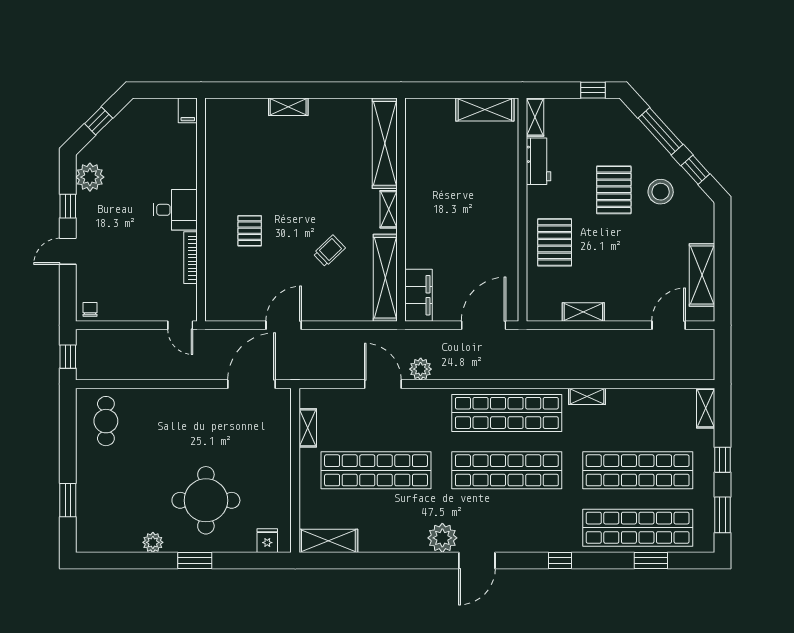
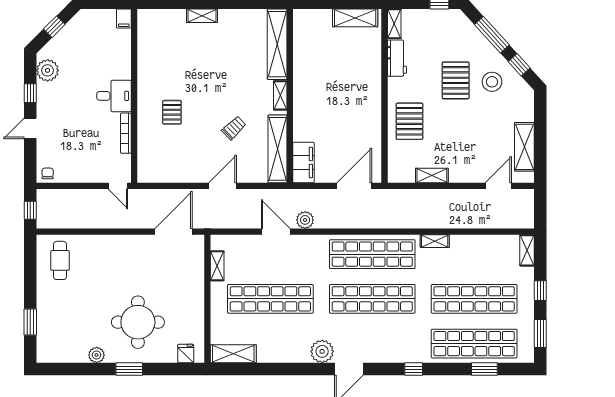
door: (284, 325) -> (222, 186), moved

